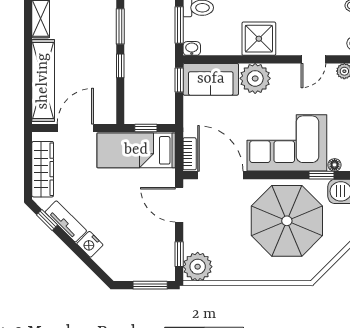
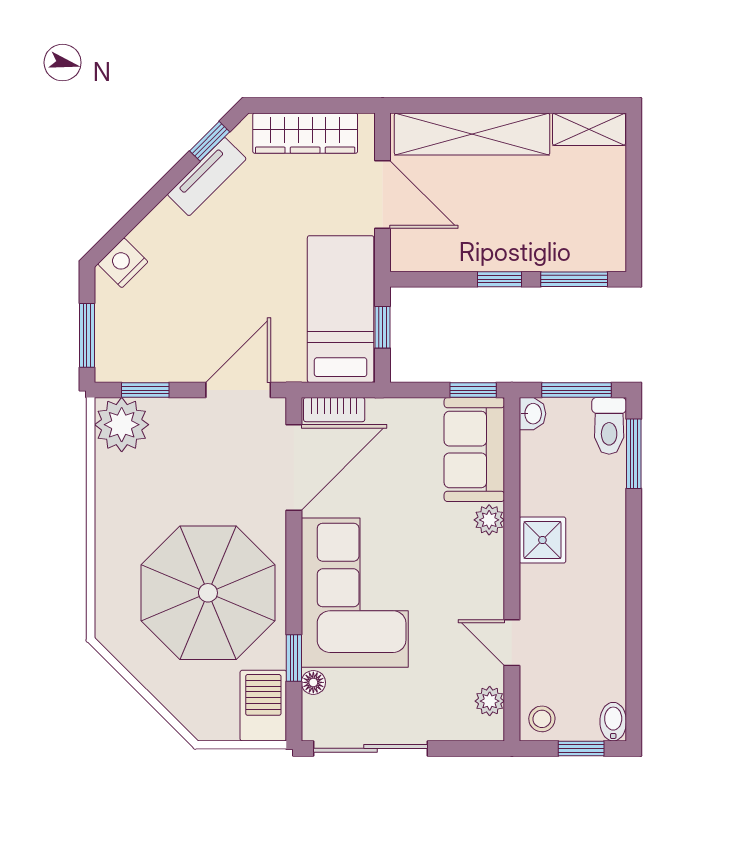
shower: (259, 39) -> (542, 540), width x0.73, depth x0.73
plant: (255, 78) -> (489, 520), width x0.53, depth x0.53
nightstand: (90, 244) -> (123, 263), moved

